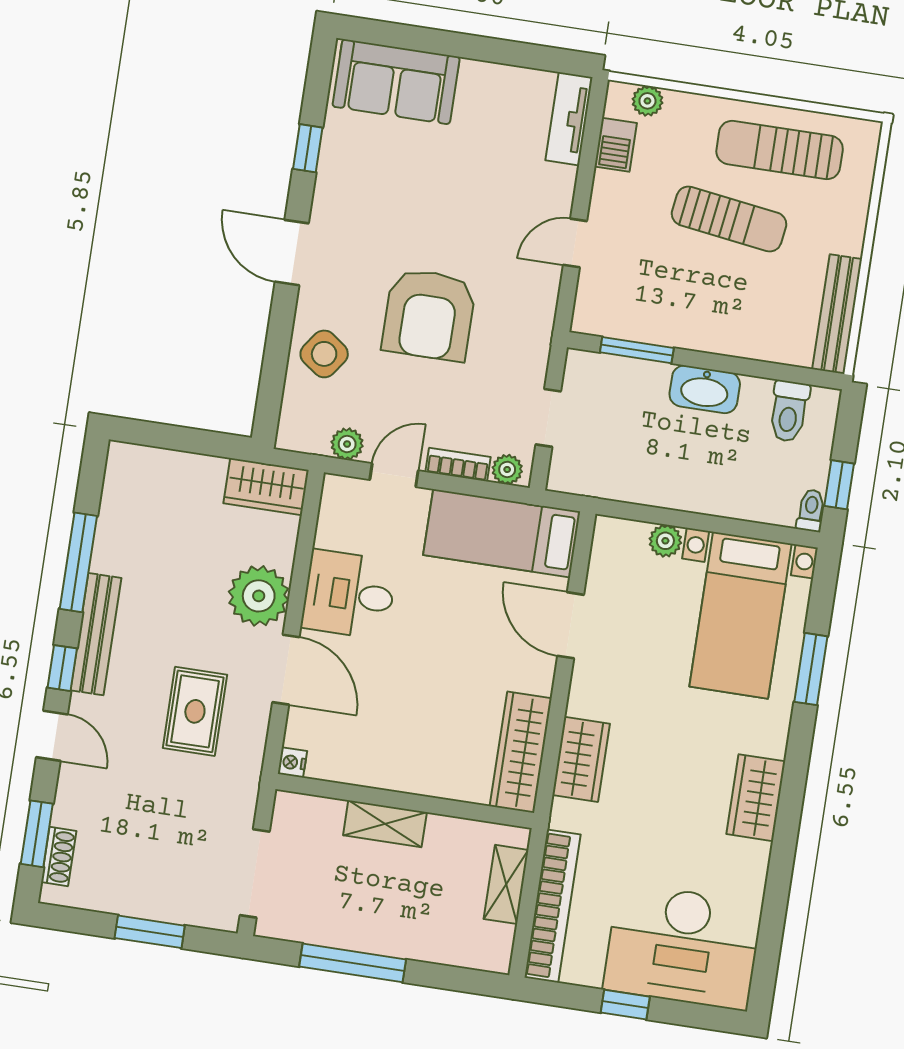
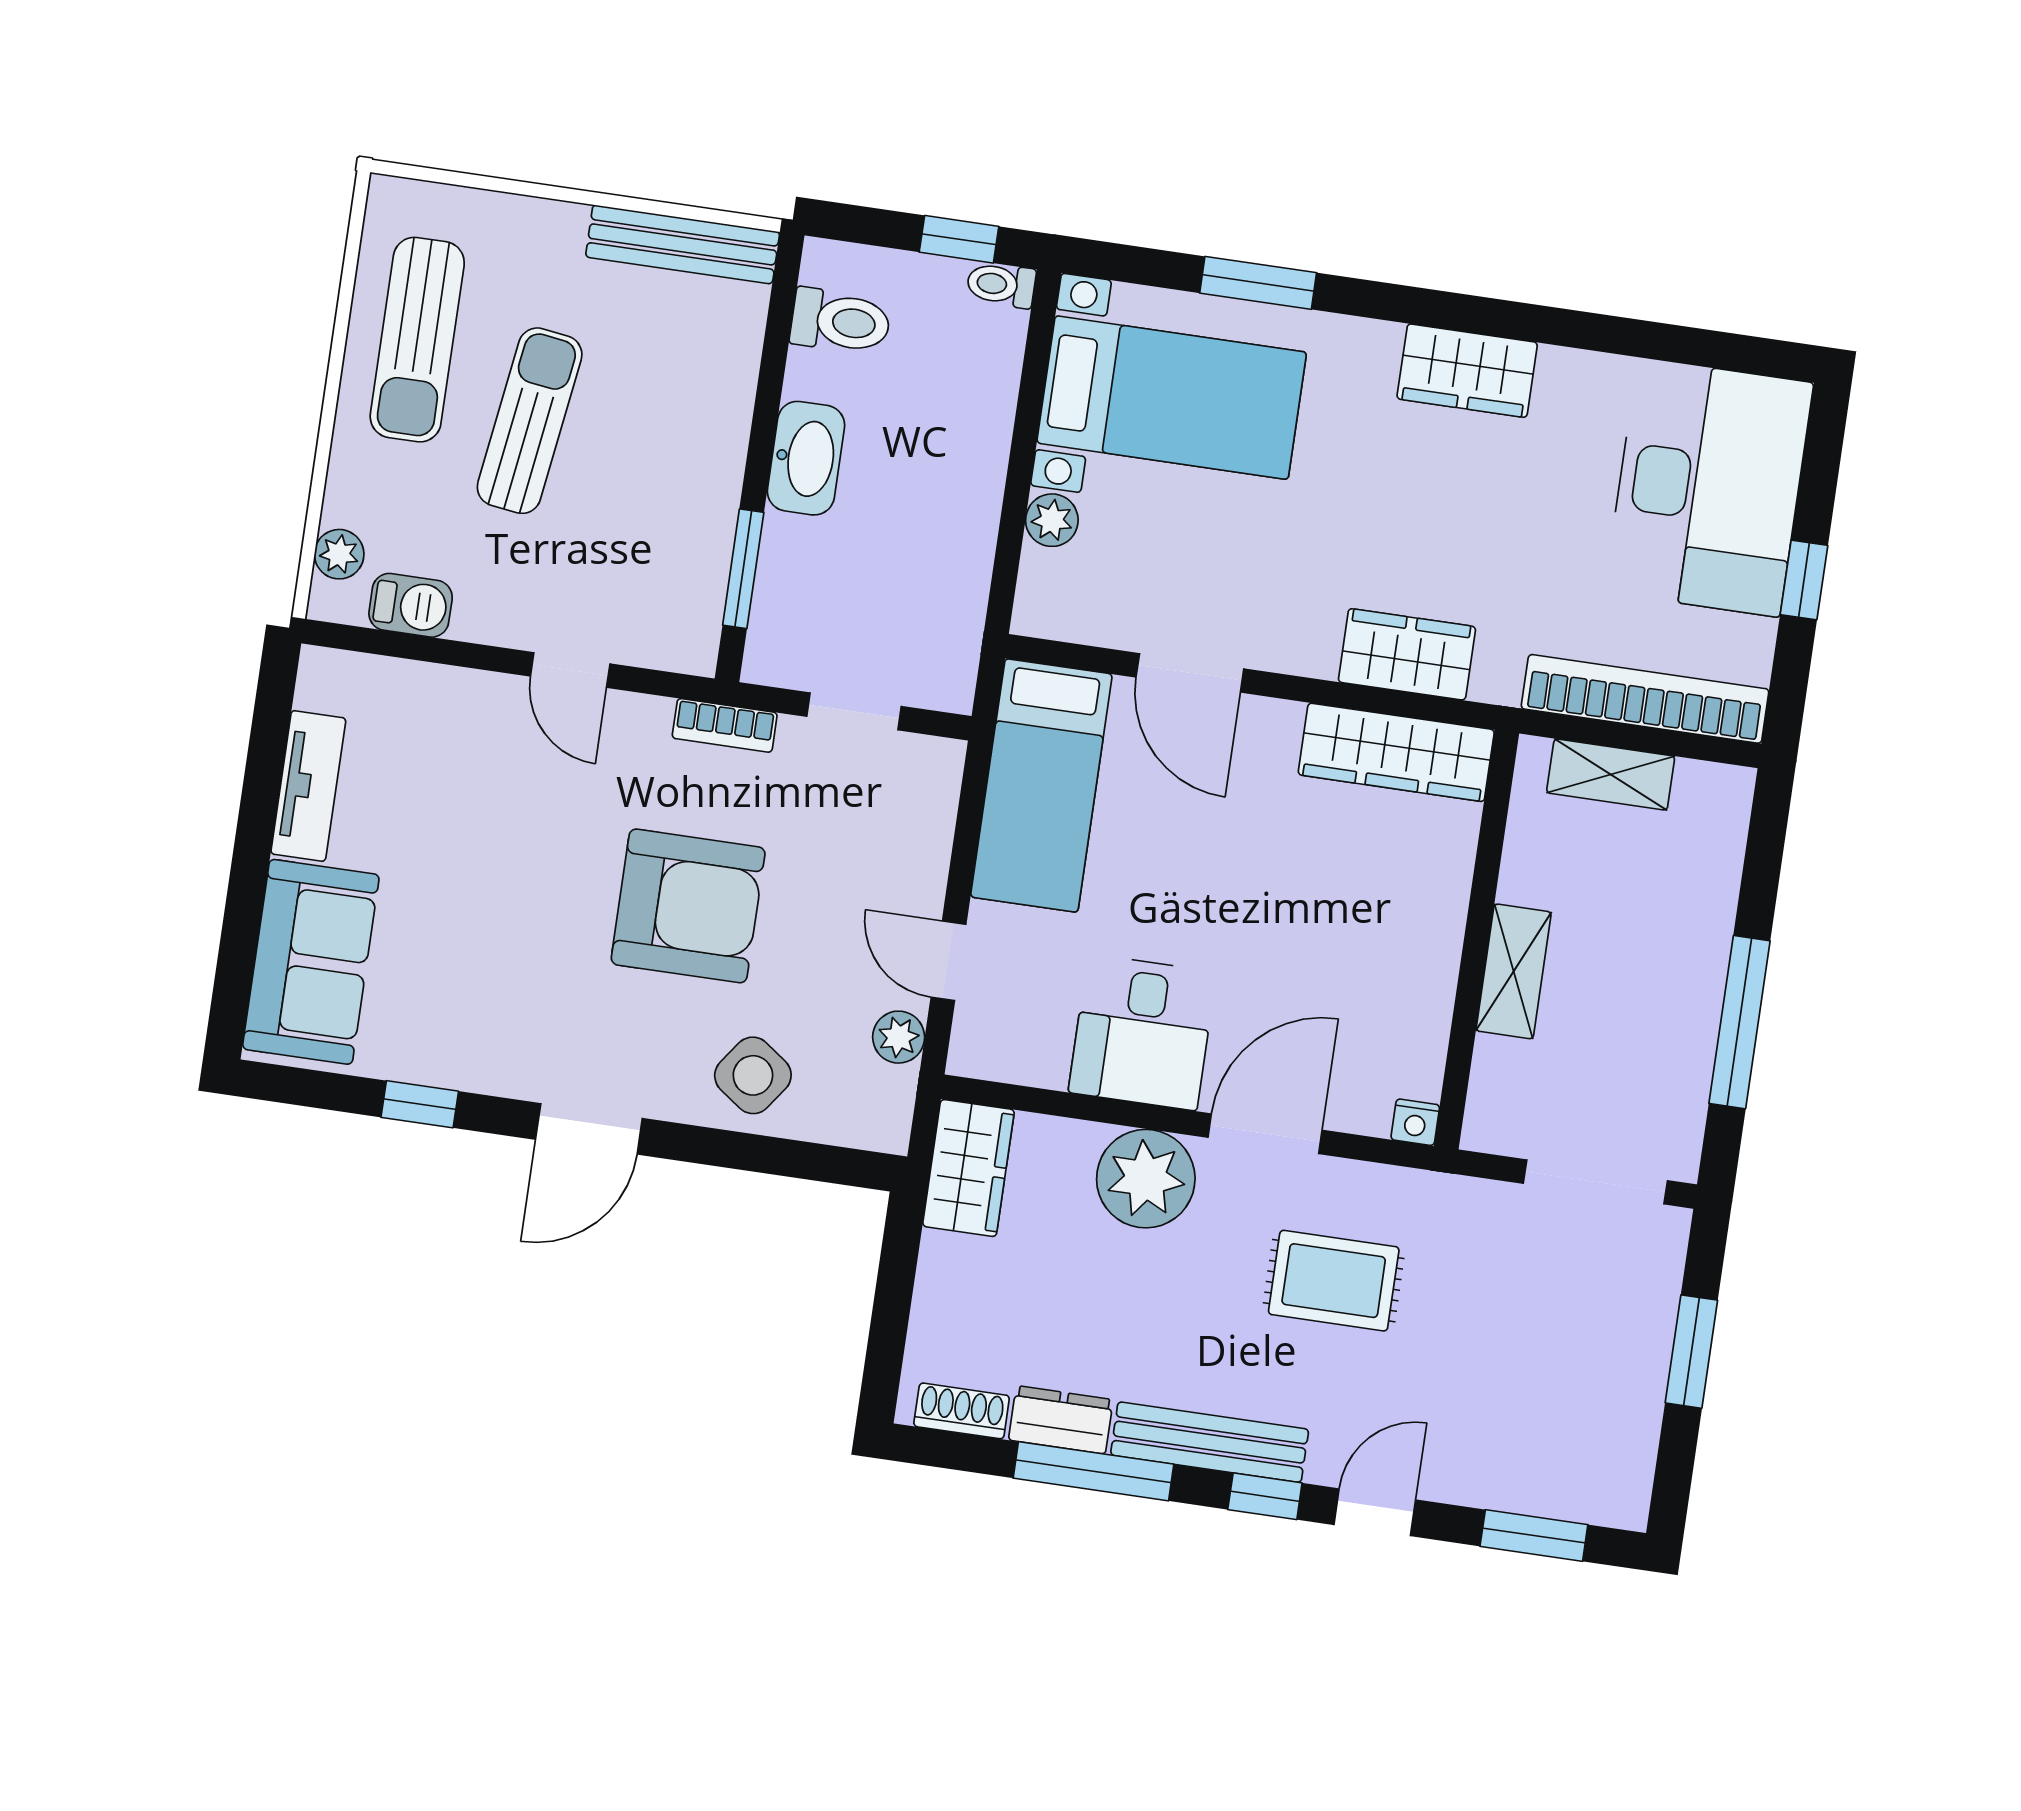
tv unit: (569, 119) -> (308, 786), moved, turned -90
bookcase: (458, 465) -> (725, 725), moved, turned -90
plant: (507, 469) -> (938, 777), removed
dresser: (110, 542) -> (1061, 1420), added
door: (571, 625) -> (1190, 673), hinge flipped
shoe rack: (59, 857) -> (962, 1411), moved

